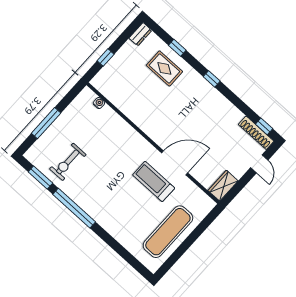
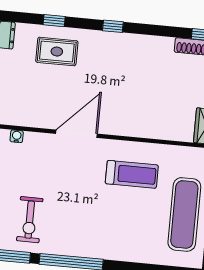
door: (175, 163) -> (76, 134), moved
treadmill: (154, 181) -> (132, 174), turned 180

